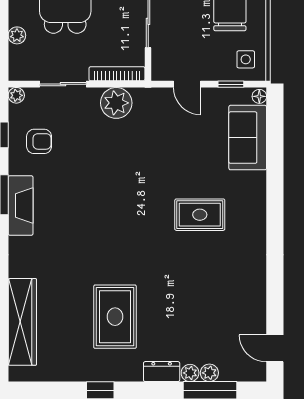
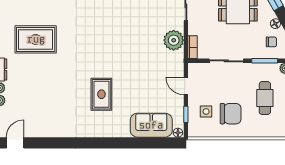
side table: (246, 59) -> (206, 111), moved
bookcase: (117, 74) -> (192, 47), width x0.64
door: (187, 84) -> (186, 86), hinge flipped

